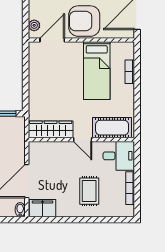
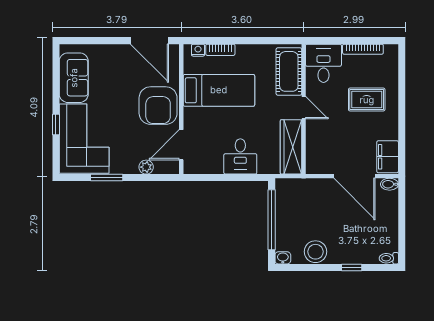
plant: (34, 25) -> (146, 167), moved
door: (52, 40) -> (181, 145), hinge flipped
nightstand: (129, 54) -> (198, 50), added
desk: (43, 88) -> (240, 156), added
door: (83, 140) -> (304, 108), hinge flipped

